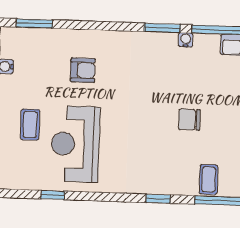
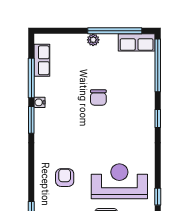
reception desk: (75, 144) -> (119, 181), turned 180
coffee table: (209, 179) -> (142, 82), removed

